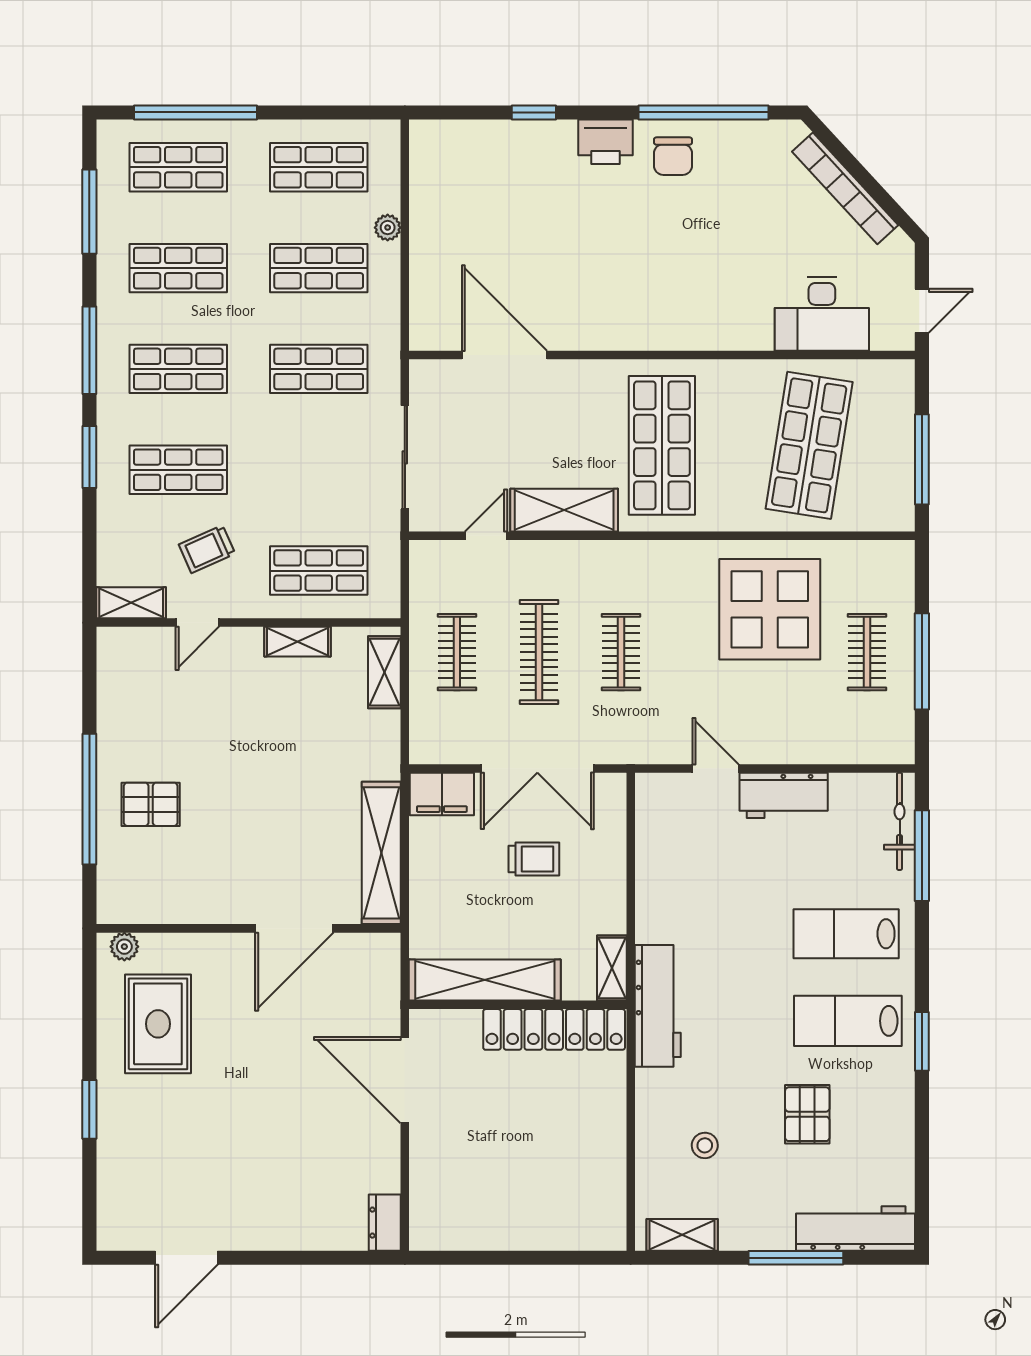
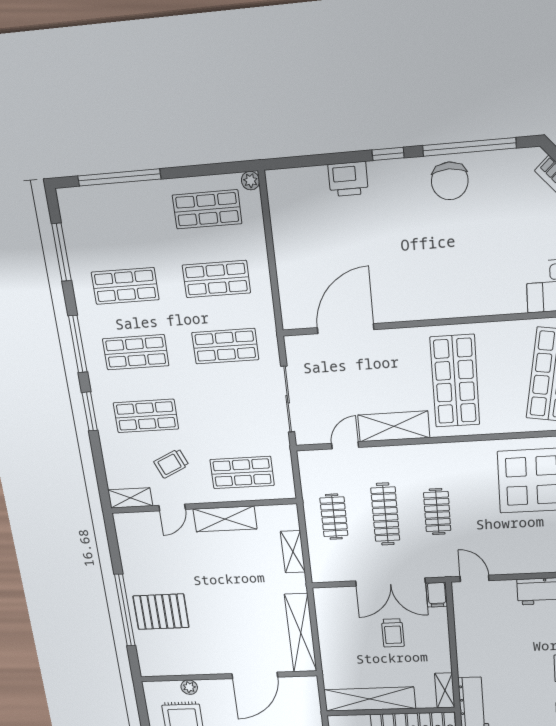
window: (534, 112) -> (388, 154), moved
printer: (606, 142) -> (348, 179), moved
chair: (673, 156) -> (450, 181), width x1.37, depth x1.37
shop shelf: (178, 167) -> (114, 217), removed
plant: (388, 228) -> (250, 181), moved
door: (505, 355) -> (346, 329), hinge flipped
shelving: (298, 642) -> (225, 519), width x1.50, depth x1.33
shelving: (384, 672) -> (293, 552), moved
door: (716, 769) -> (474, 578), moved
filing cabinet: (442, 794) -> (437, 595), moved, width x0.50
pallet: (151, 804) -> (161, 612), width x1.50, depth x1.42
trolley: (534, 859) -> (393, 633), turned 90
plant: (124, 947) -> (189, 687), moved

